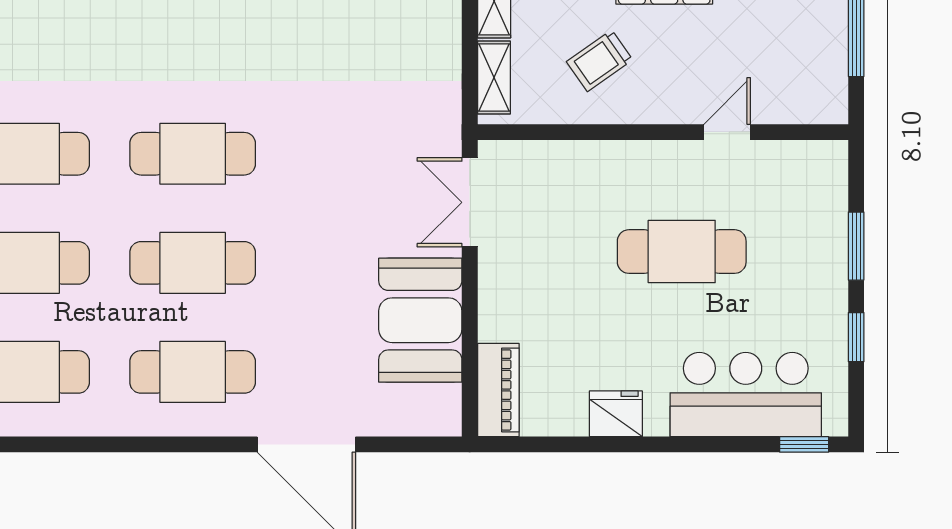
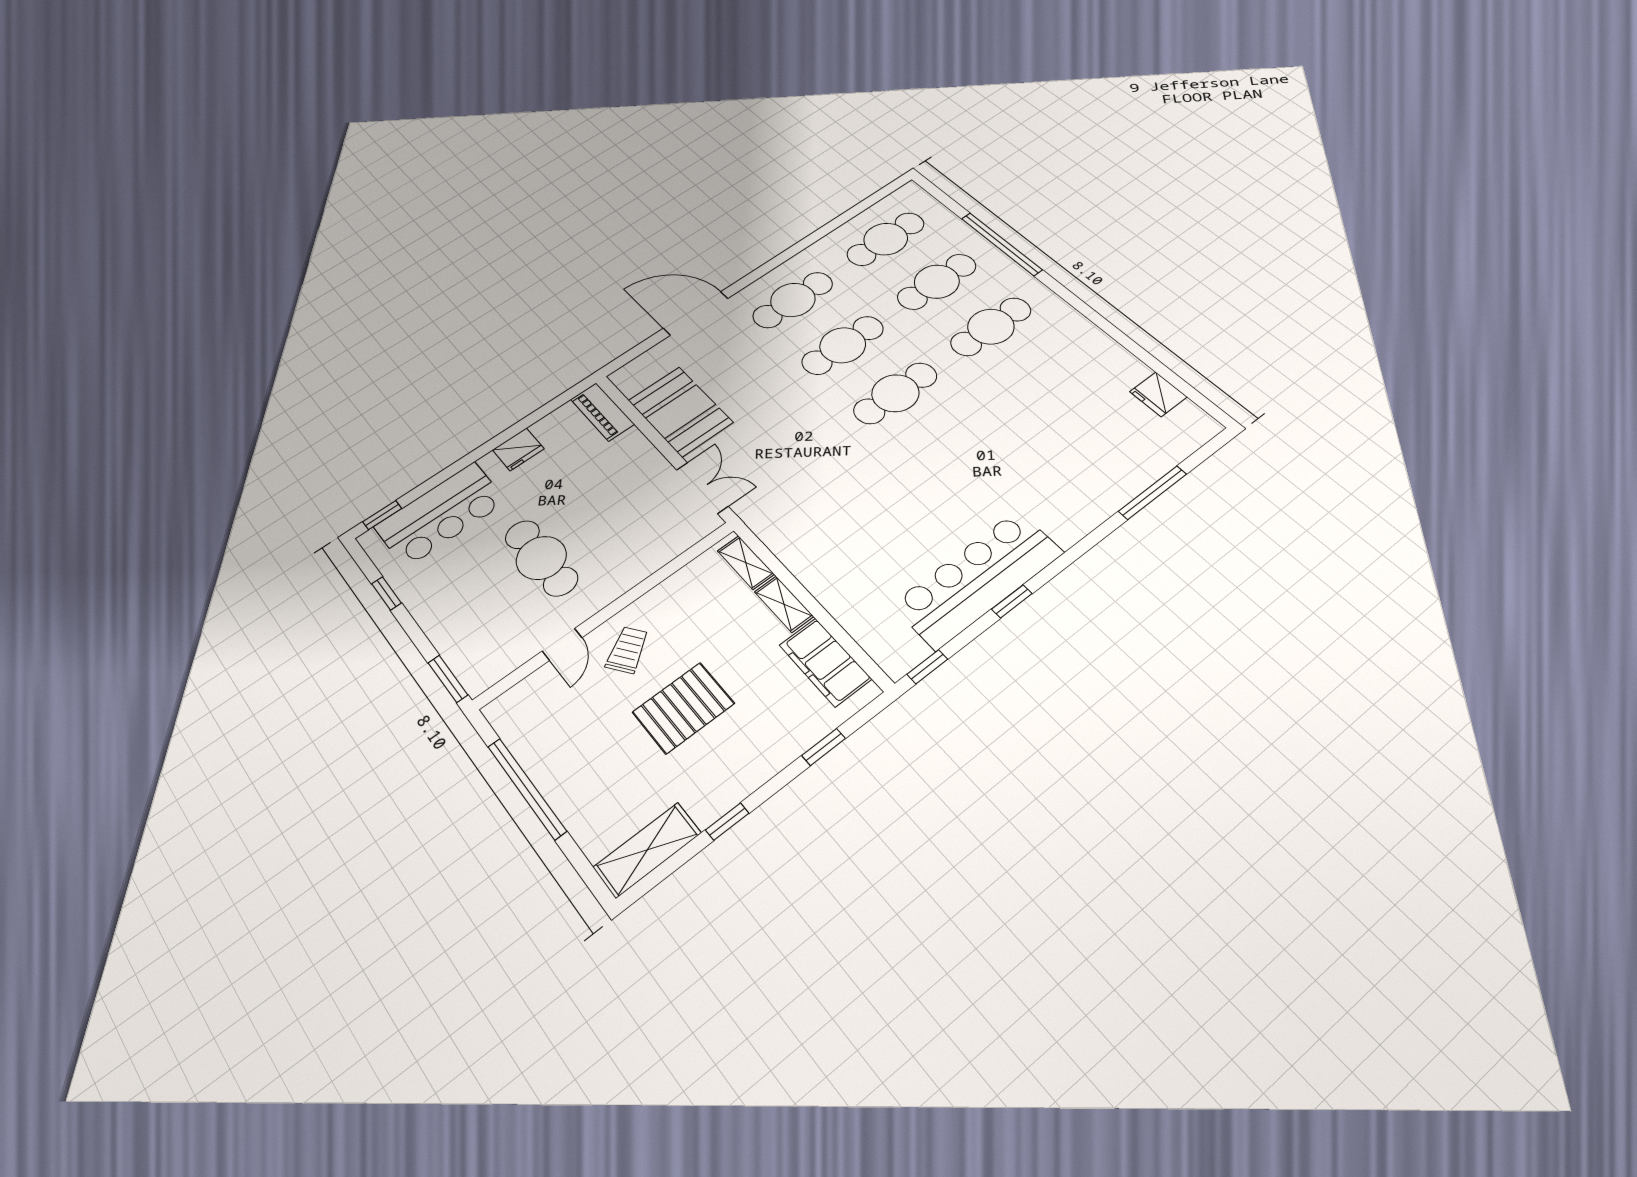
trolley: (600, 61) -> (627, 650), moved
window: (856, 246) -> (448, 679), moved
cafe table: (682, 252) -> (541, 558), turned 90

